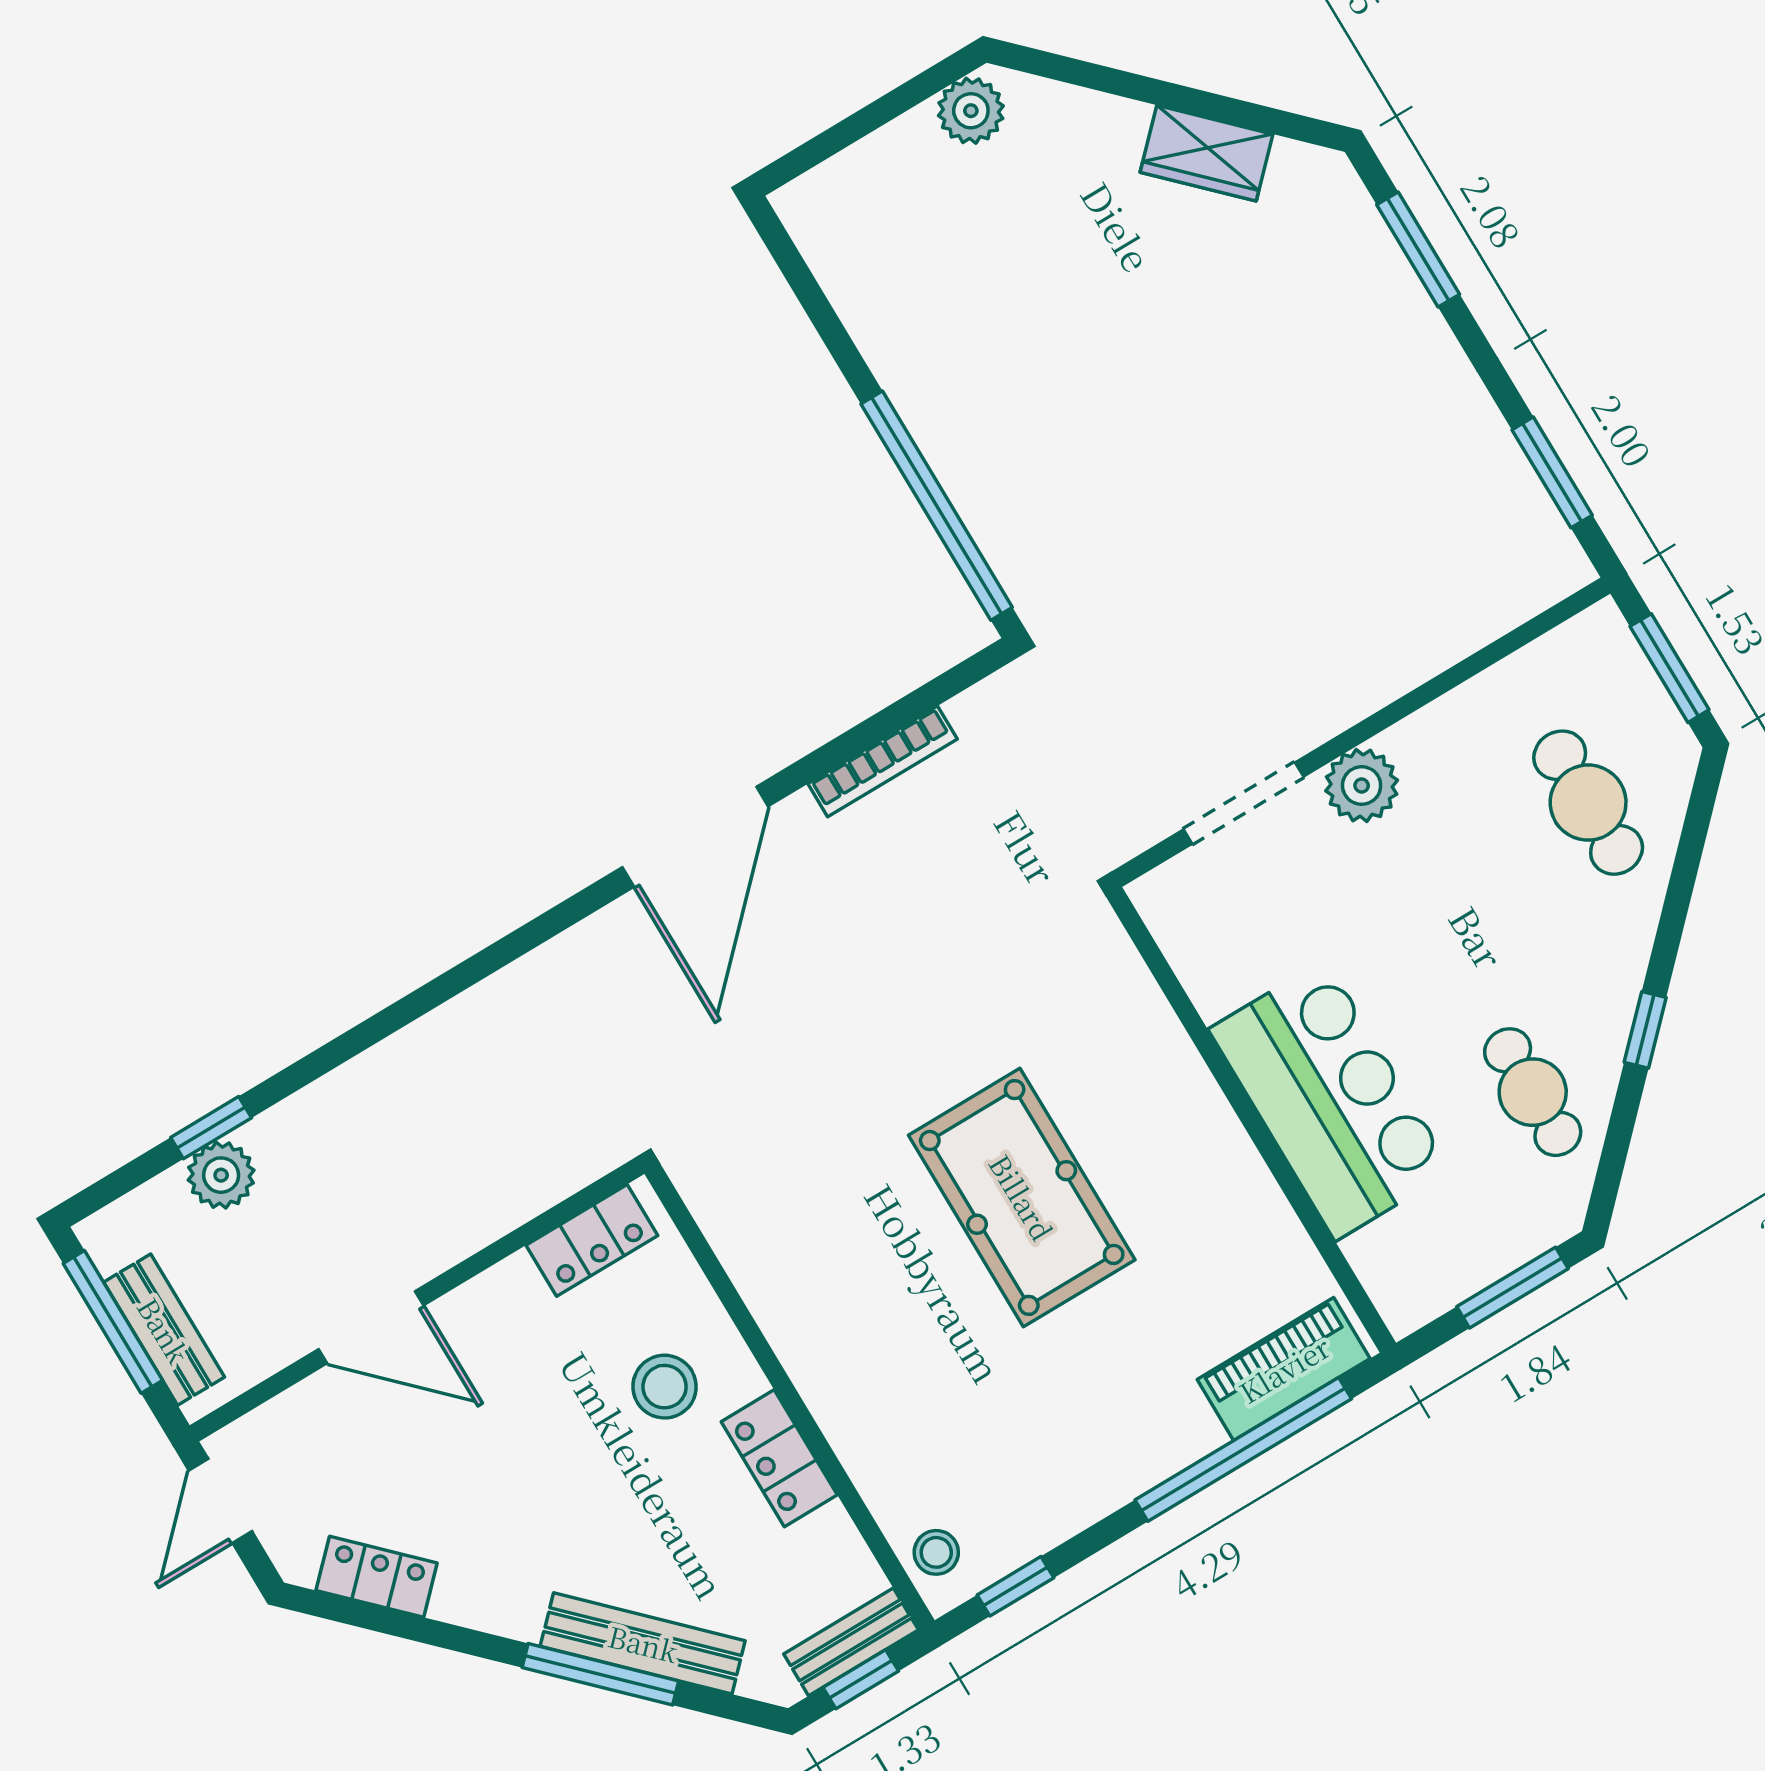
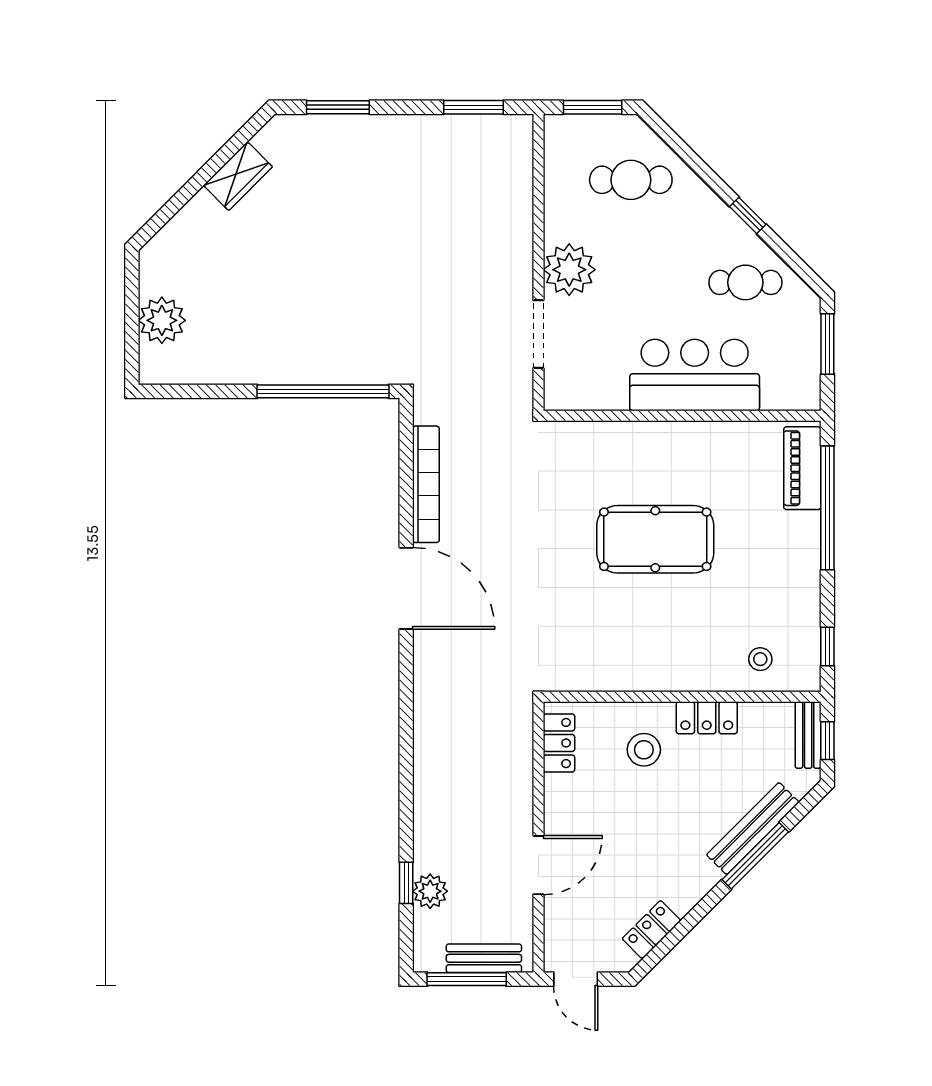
plant: (971, 111) -> (162, 320), moved, width x1.36, depth x1.36
bookcase: (883, 761) -> (426, 484), width x1.48, depth x1.31
plant: (1362, 785) -> (569, 270), width x1.36, depth x1.36
stool: (936, 1552) -> (760, 659), moved

